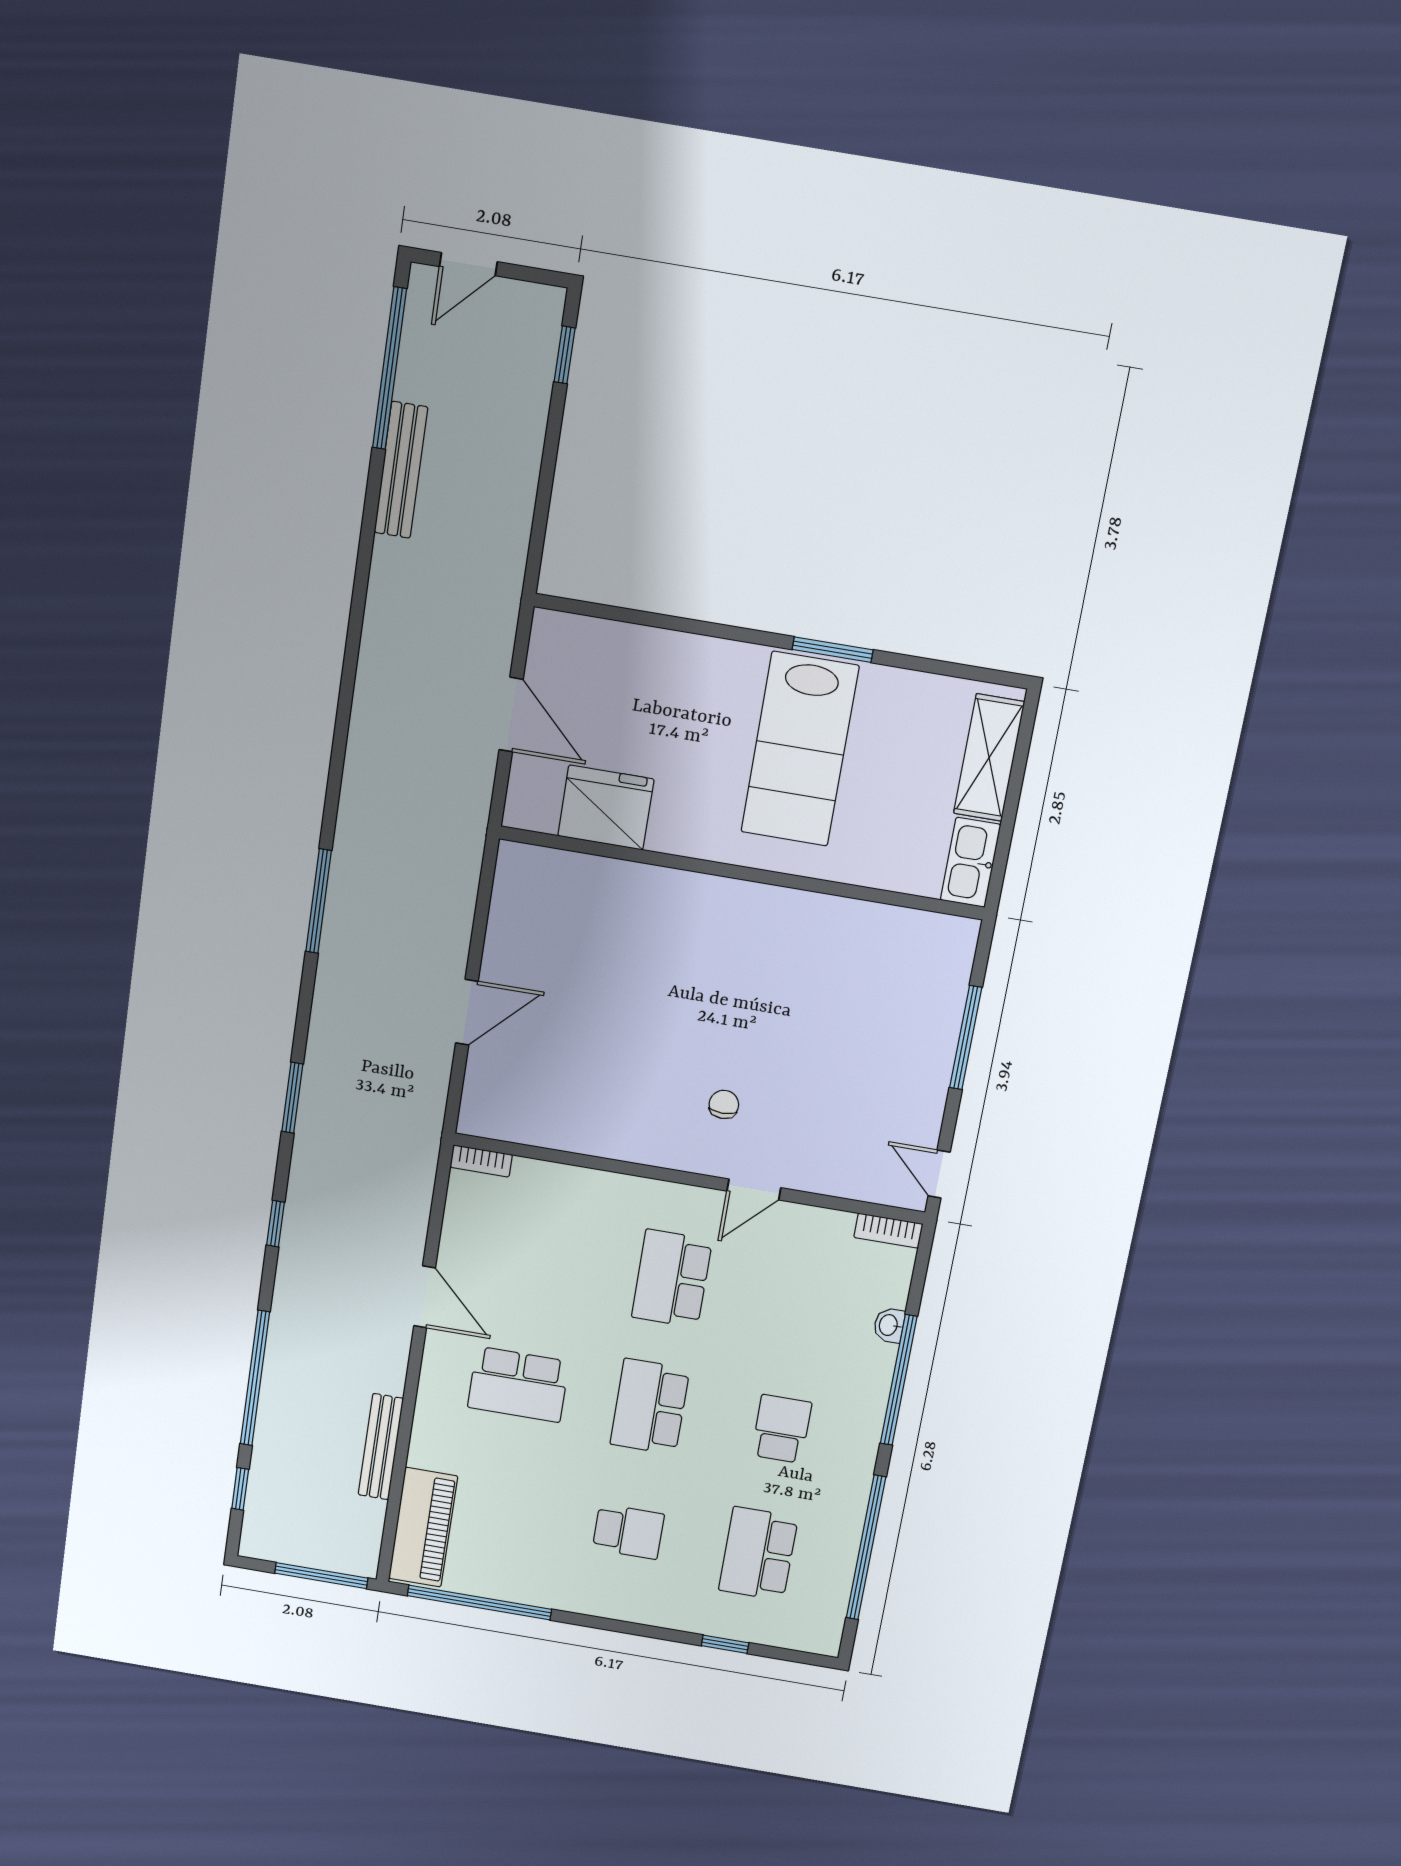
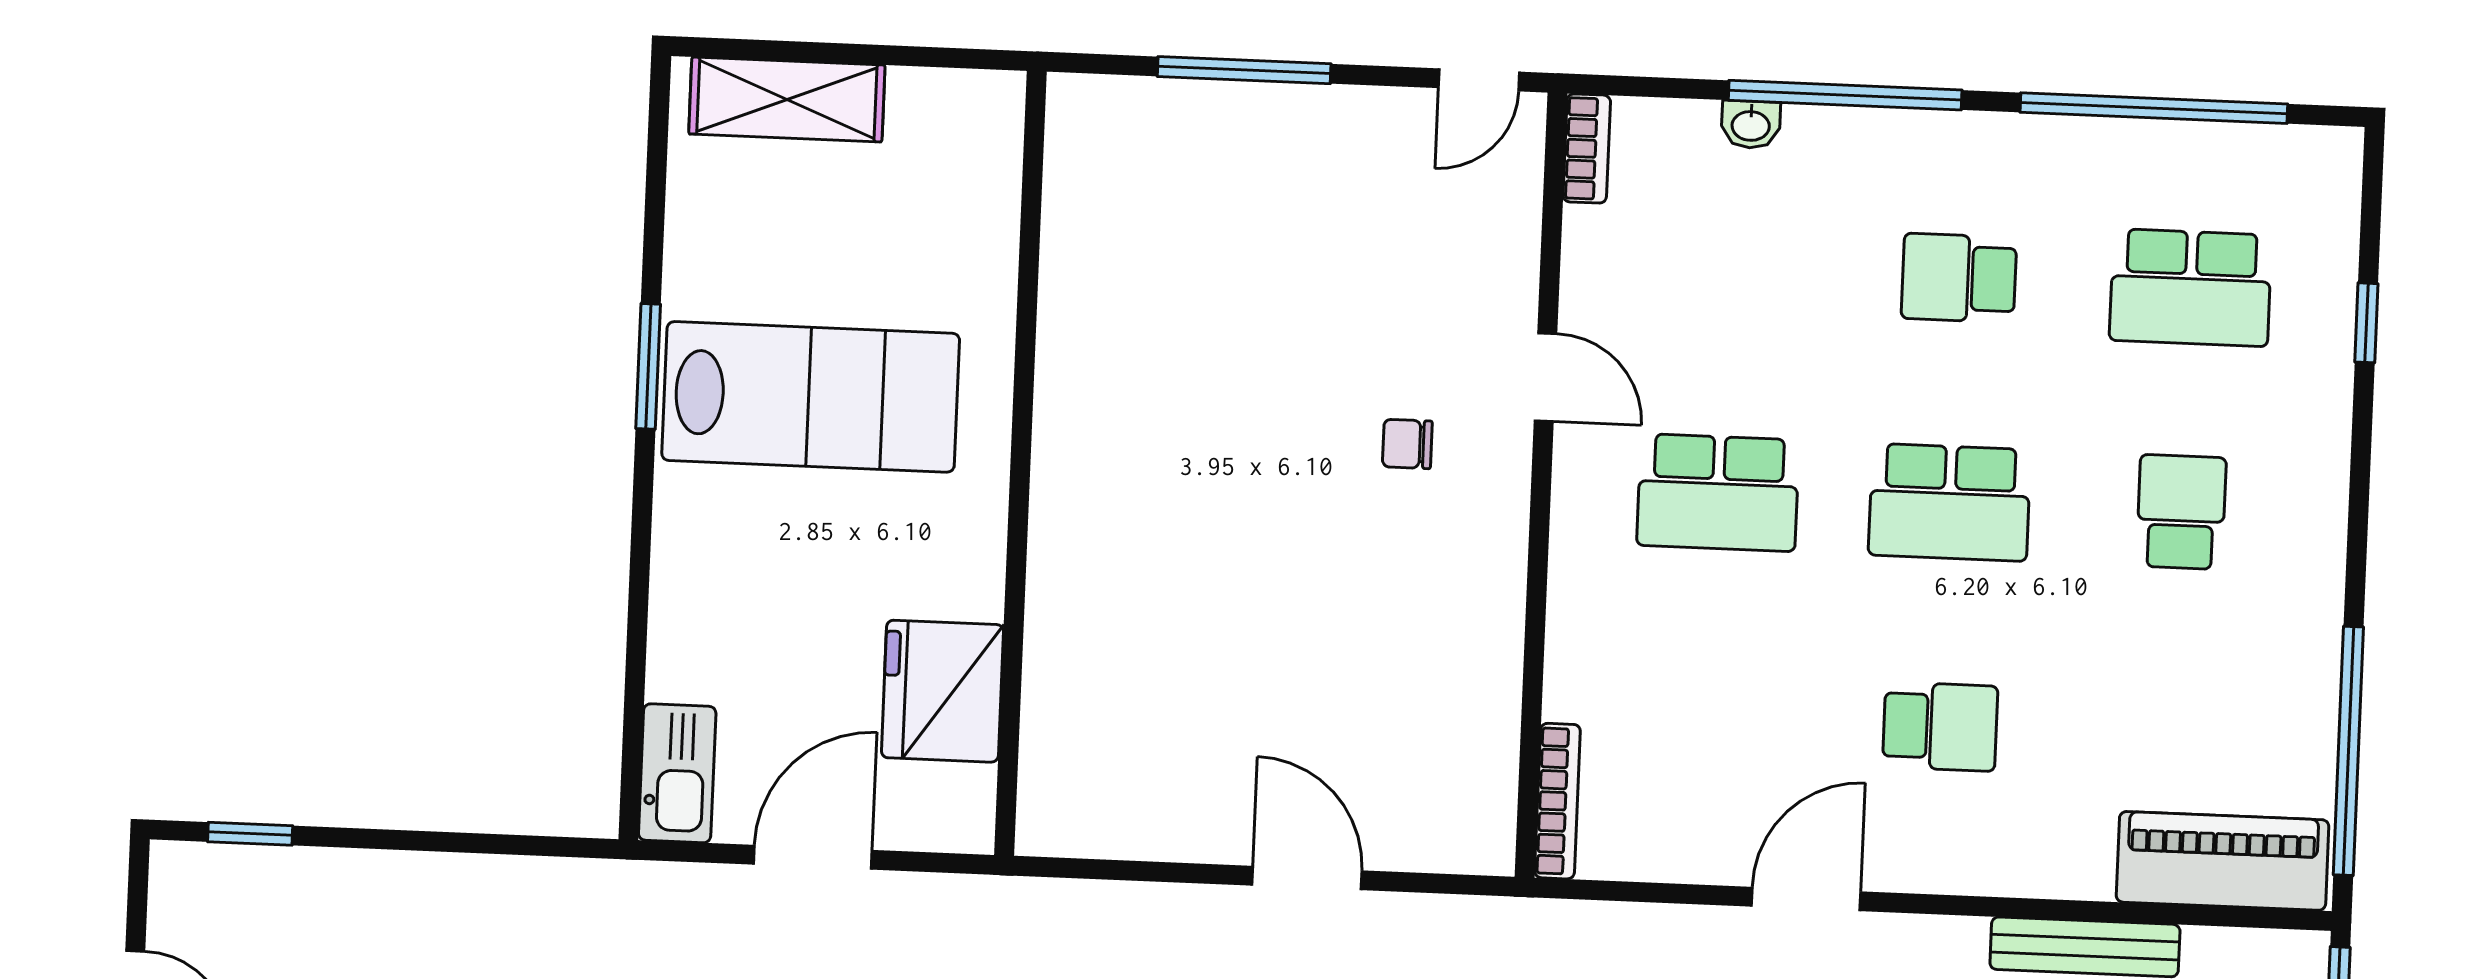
kitchen sink: (971, 862) -> (677, 773), moved, turned -90
bookcase: (481, 1161) -> (1557, 801), width x1.56
school desk: (518, 1384) -> (1940, 727), width x0.54

